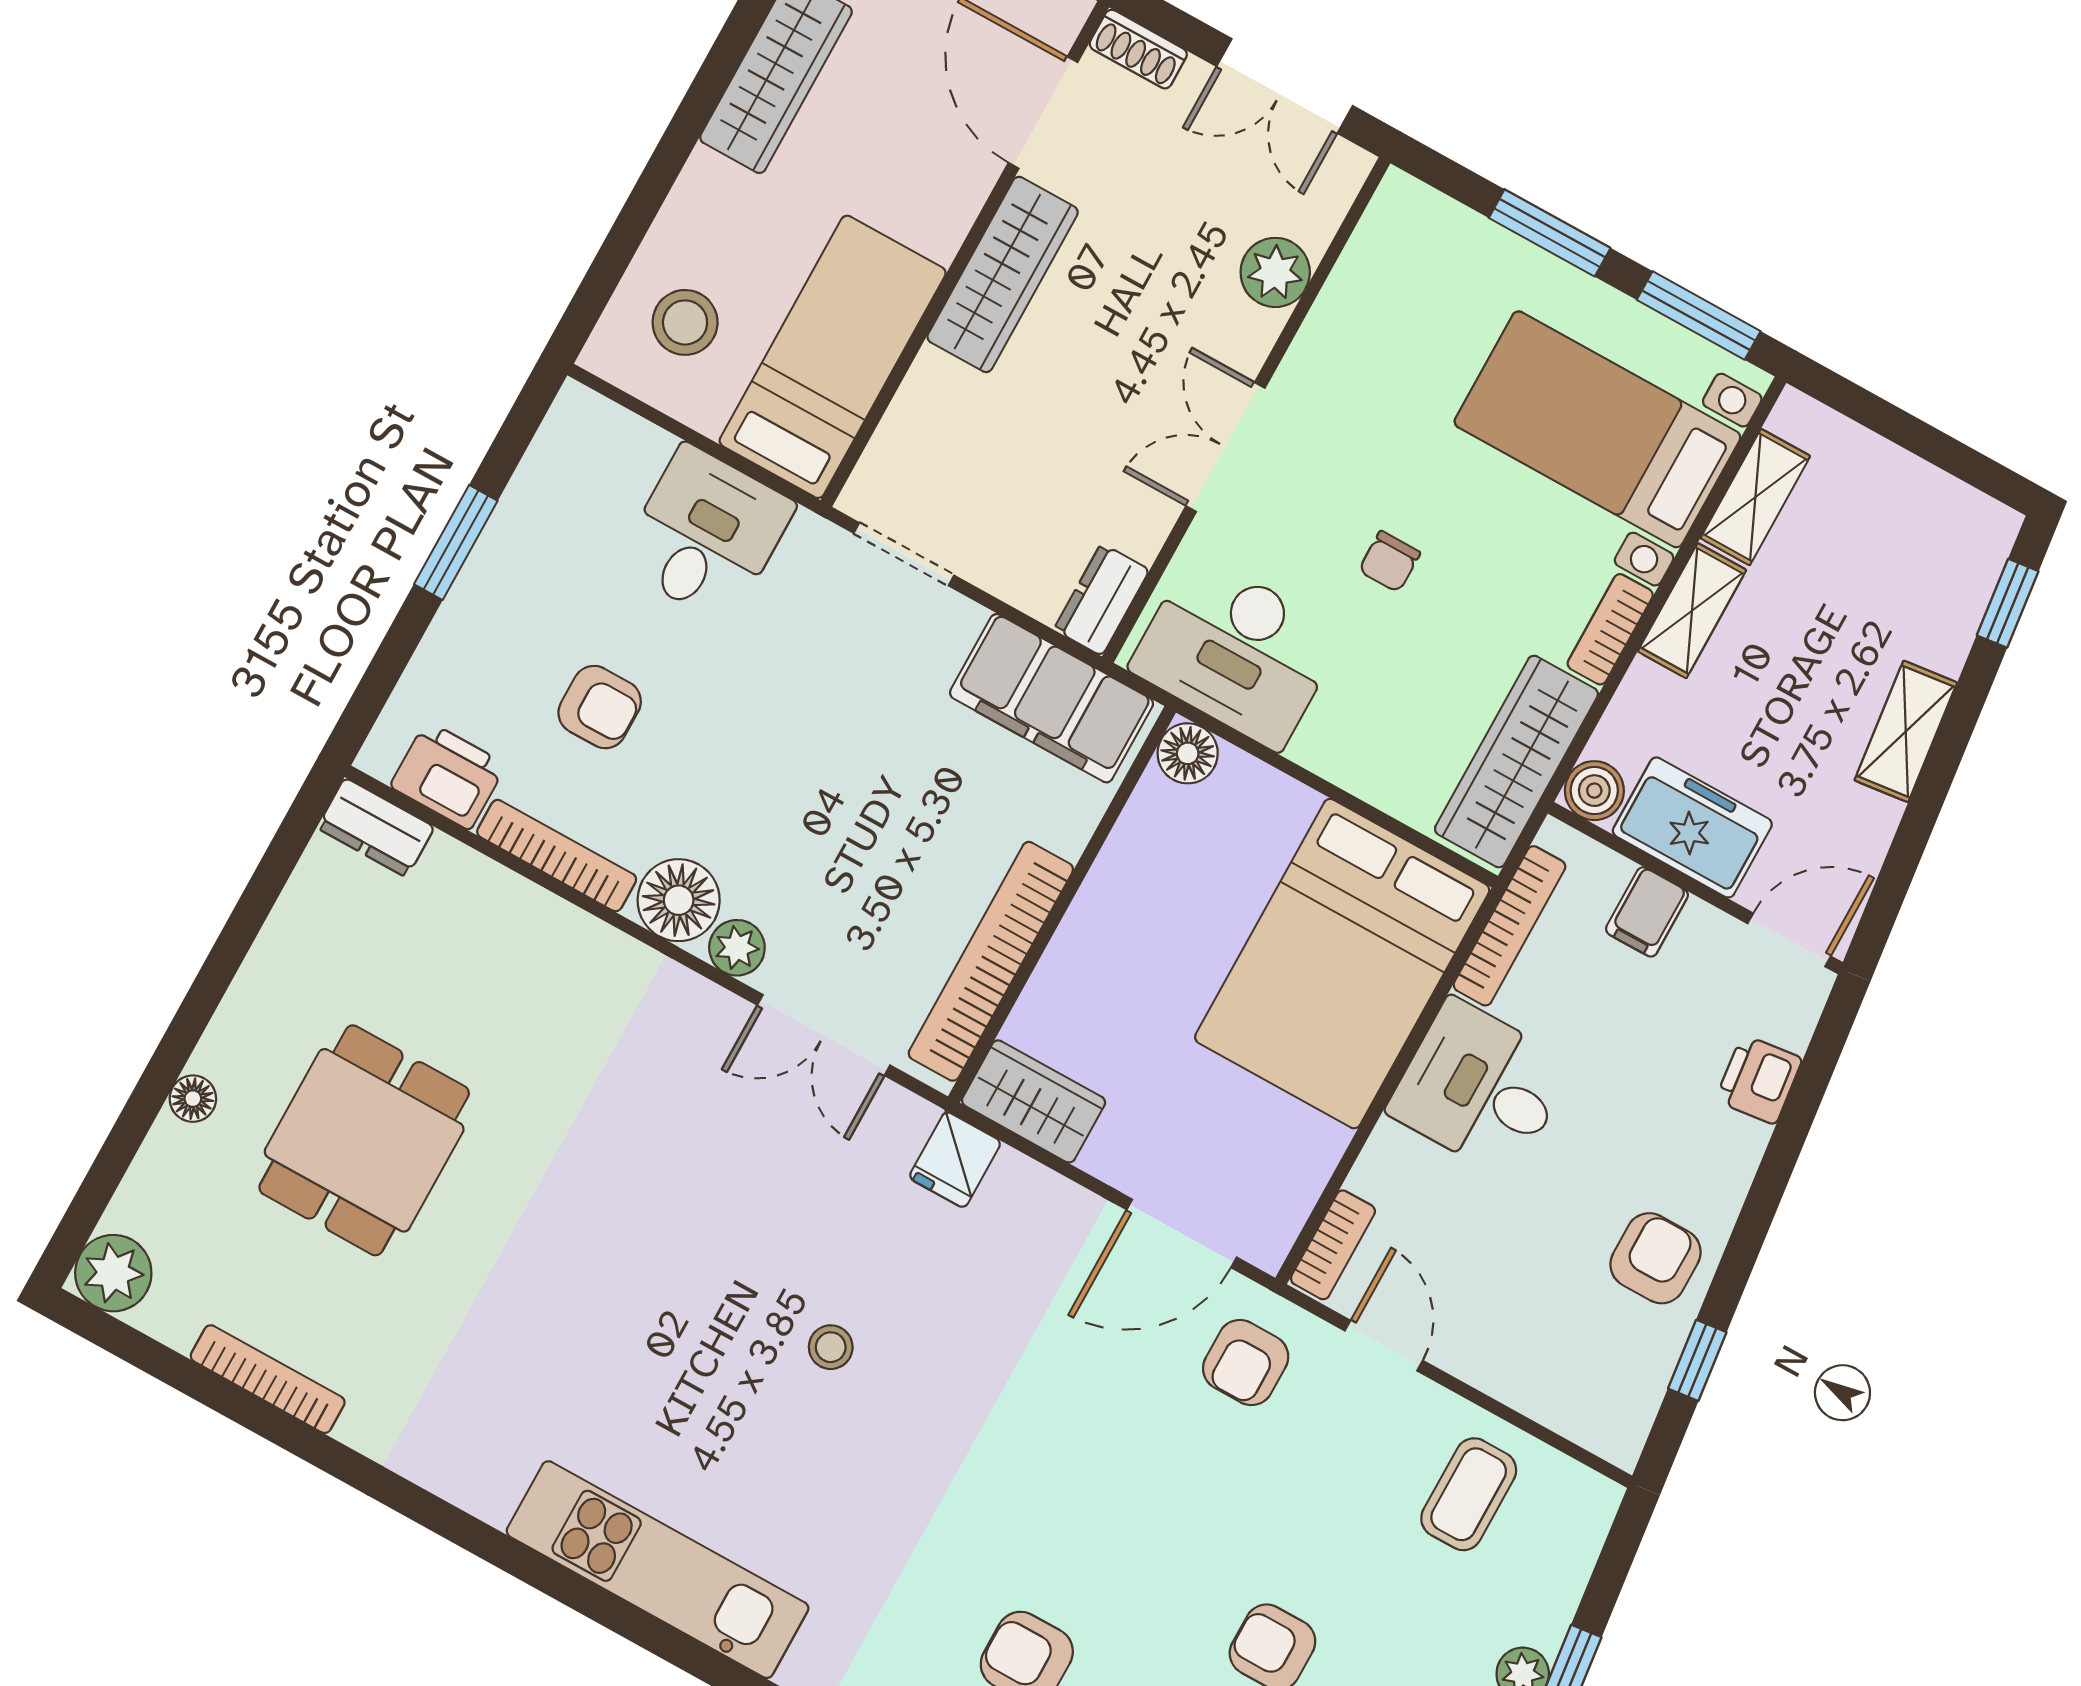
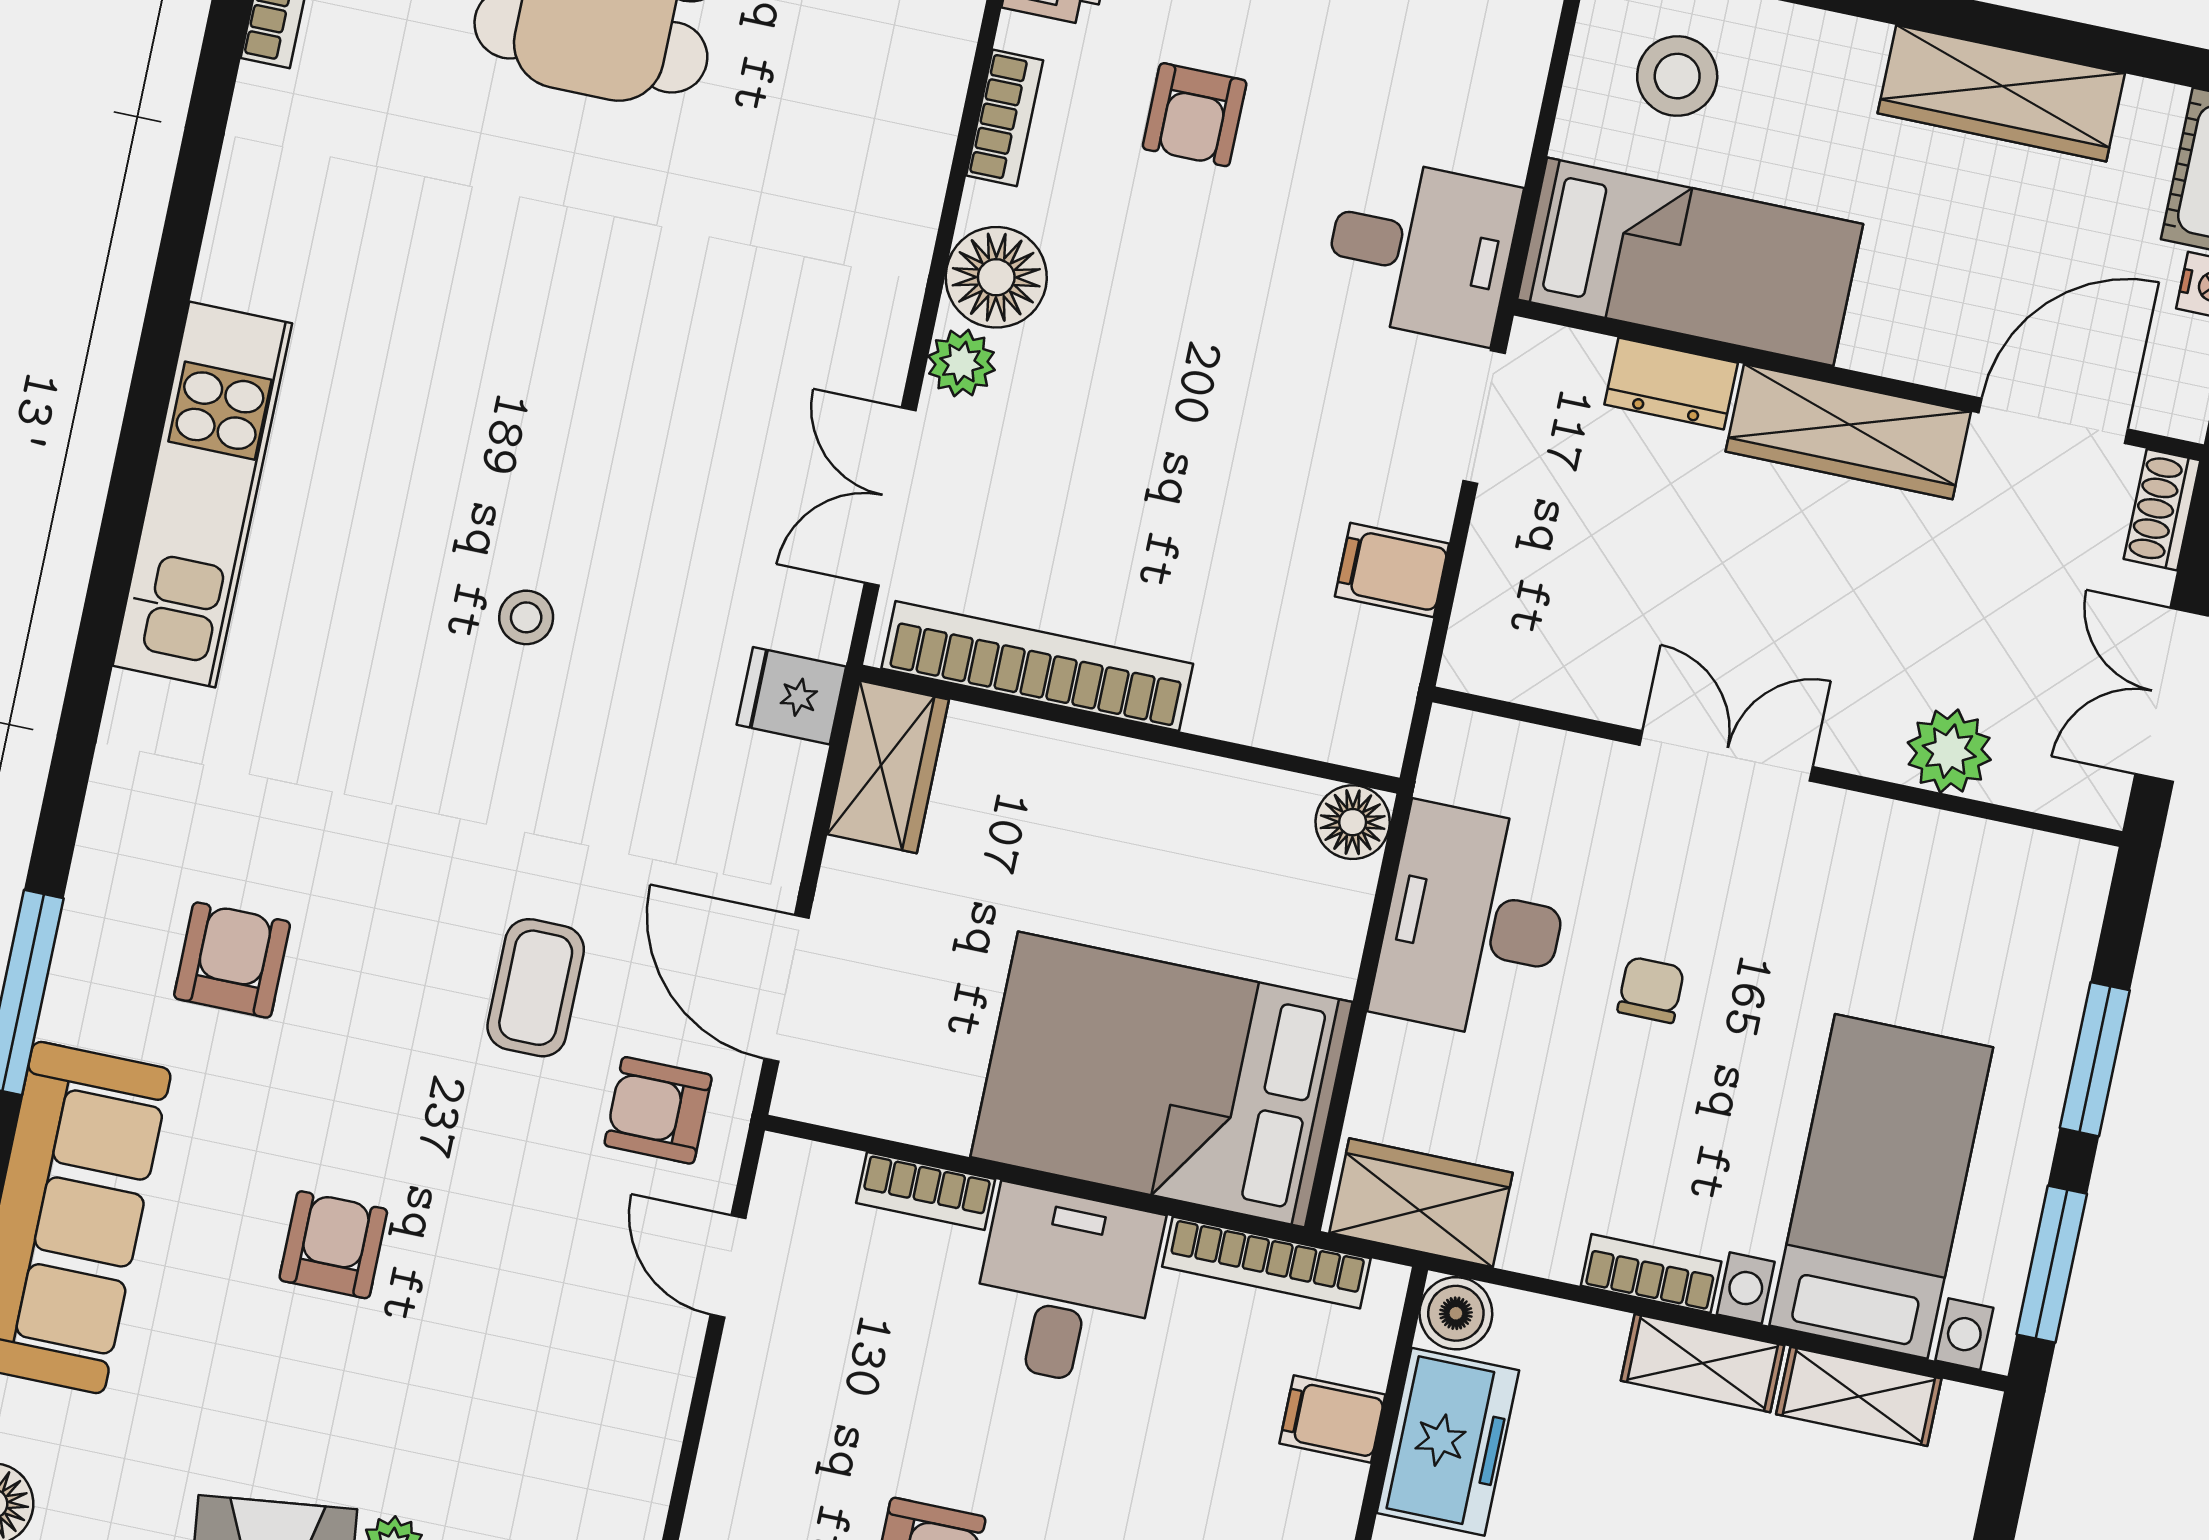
desk: (706, 534) -> (1421, 250), moved
chair: (1389, 562) -> (1651, 990), turned 90
dresser: (1102, 600) -> (1671, 384), moved, turned 180
desk: (1236, 651) -> (1473, 922), moved
filing cabinet: (1052, 698) -> (1392, 570), width x0.33, depth x0.86
wardrobe: (1516, 762) -> (1421, 1203), width x0.67
bookcase: (557, 856) -> (1005, 118), width x0.64
bookcase: (1333, 1245) -> (926, 1191), moved
door: (1384, 1346) -> (728, 1266), swing flipped
coffee table: (1469, 1494) -> (536, 988), moved, turned 90

